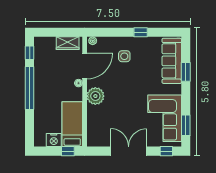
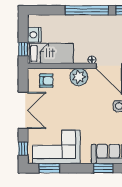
armchair: (99, 128) -> (46, 81), added

